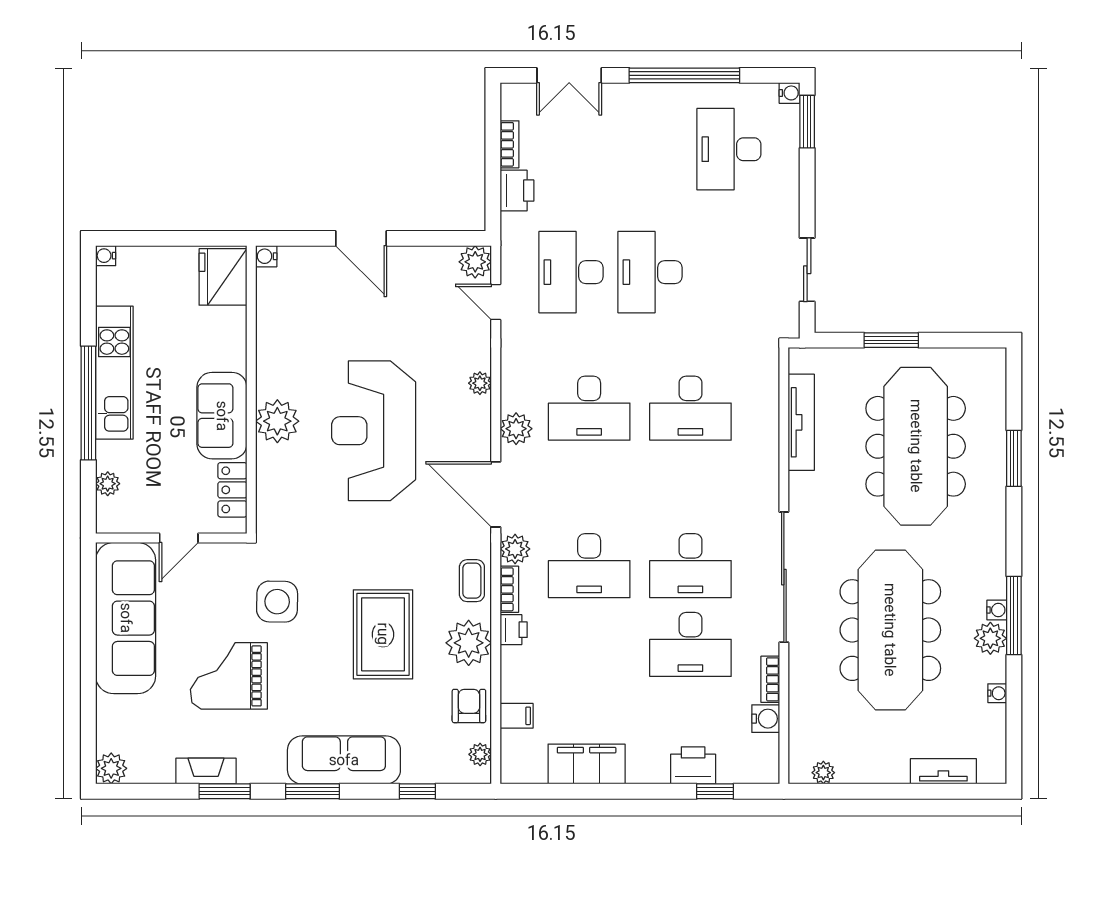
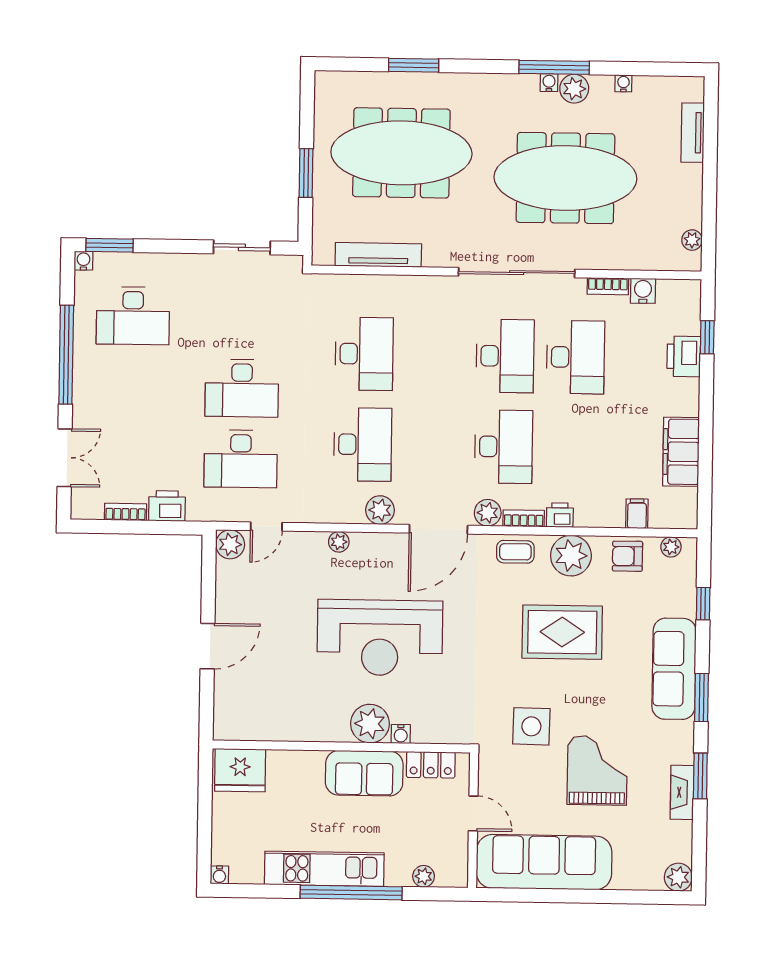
water cooler: (266, 256) -> (401, 734), moved
grand piano: (229, 676) -> (597, 771), turned 180

